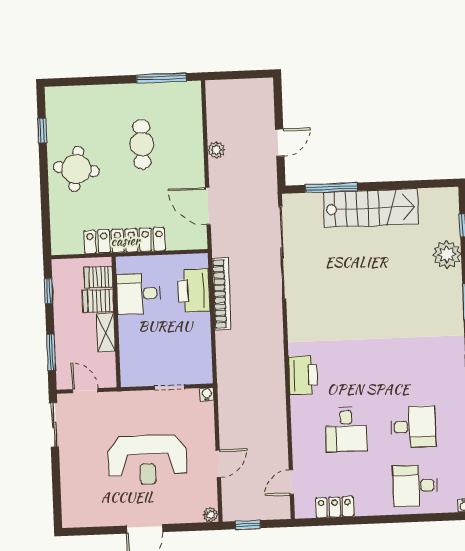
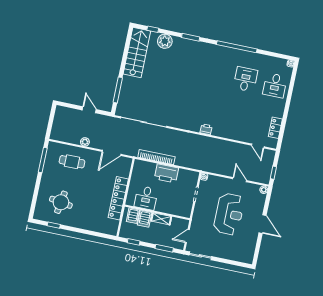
cafe table: (142, 144) -> (72, 162), moved
round table: (76, 169) -> (61, 202), moved
stairs: (371, 208) -> (137, 53), moved
printer: (194, 291) -> (166, 173), moved
printer: (303, 375) -> (206, 129), width x0.53, depth x0.68
desk: (346, 429) -> (239, 112), removed

